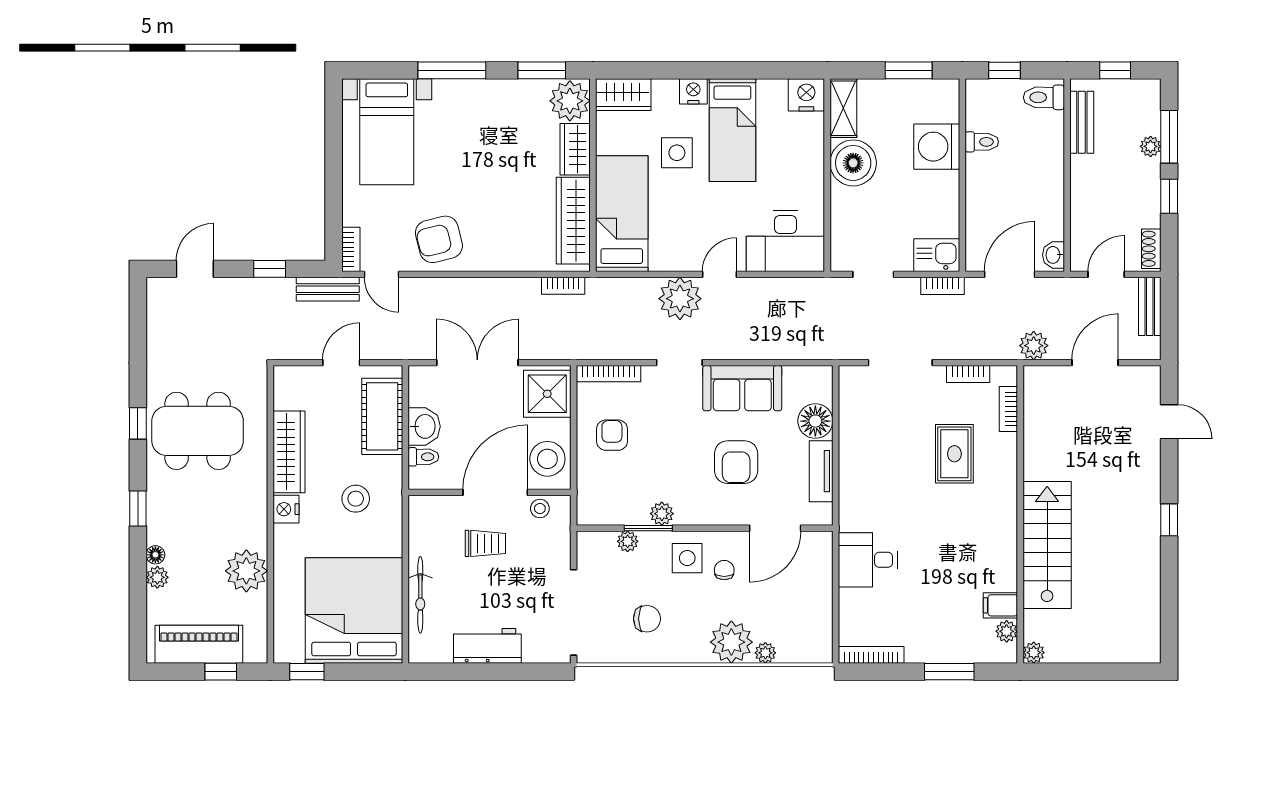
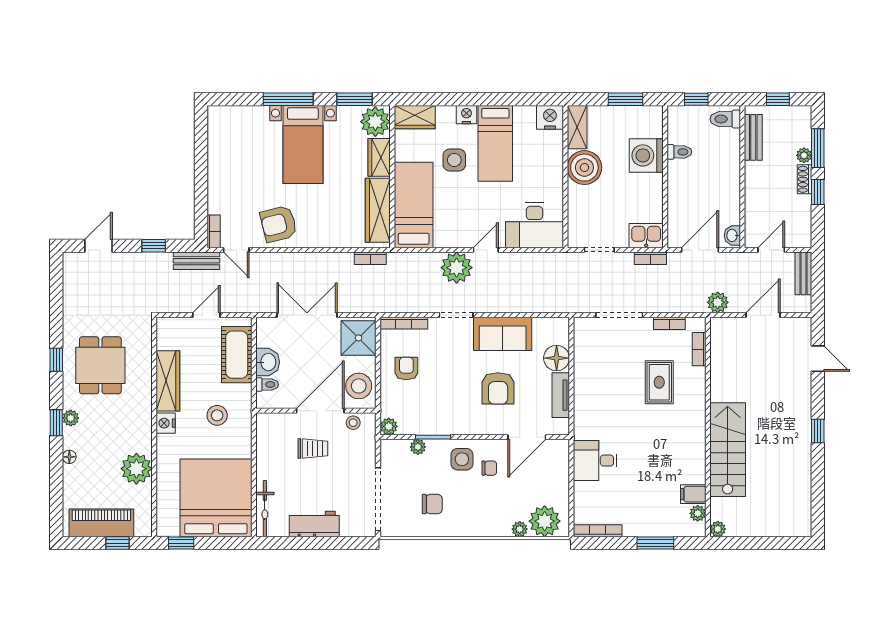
bed with nightstands: (387, 132) -> (303, 144), moved
shoe rack: (1151, 249) -> (805, 179), moved
dining table: (198, 431) -> (100, 365), width x0.73
plant: (662, 514) -> (389, 426), moved
chair: (724, 570) -> (489, 468), turned 90
plant: (157, 577) -> (71, 418), moved
bicycle: (420, 595) -> (265, 509), moved
plant: (731, 642) -> (545, 521), moved

